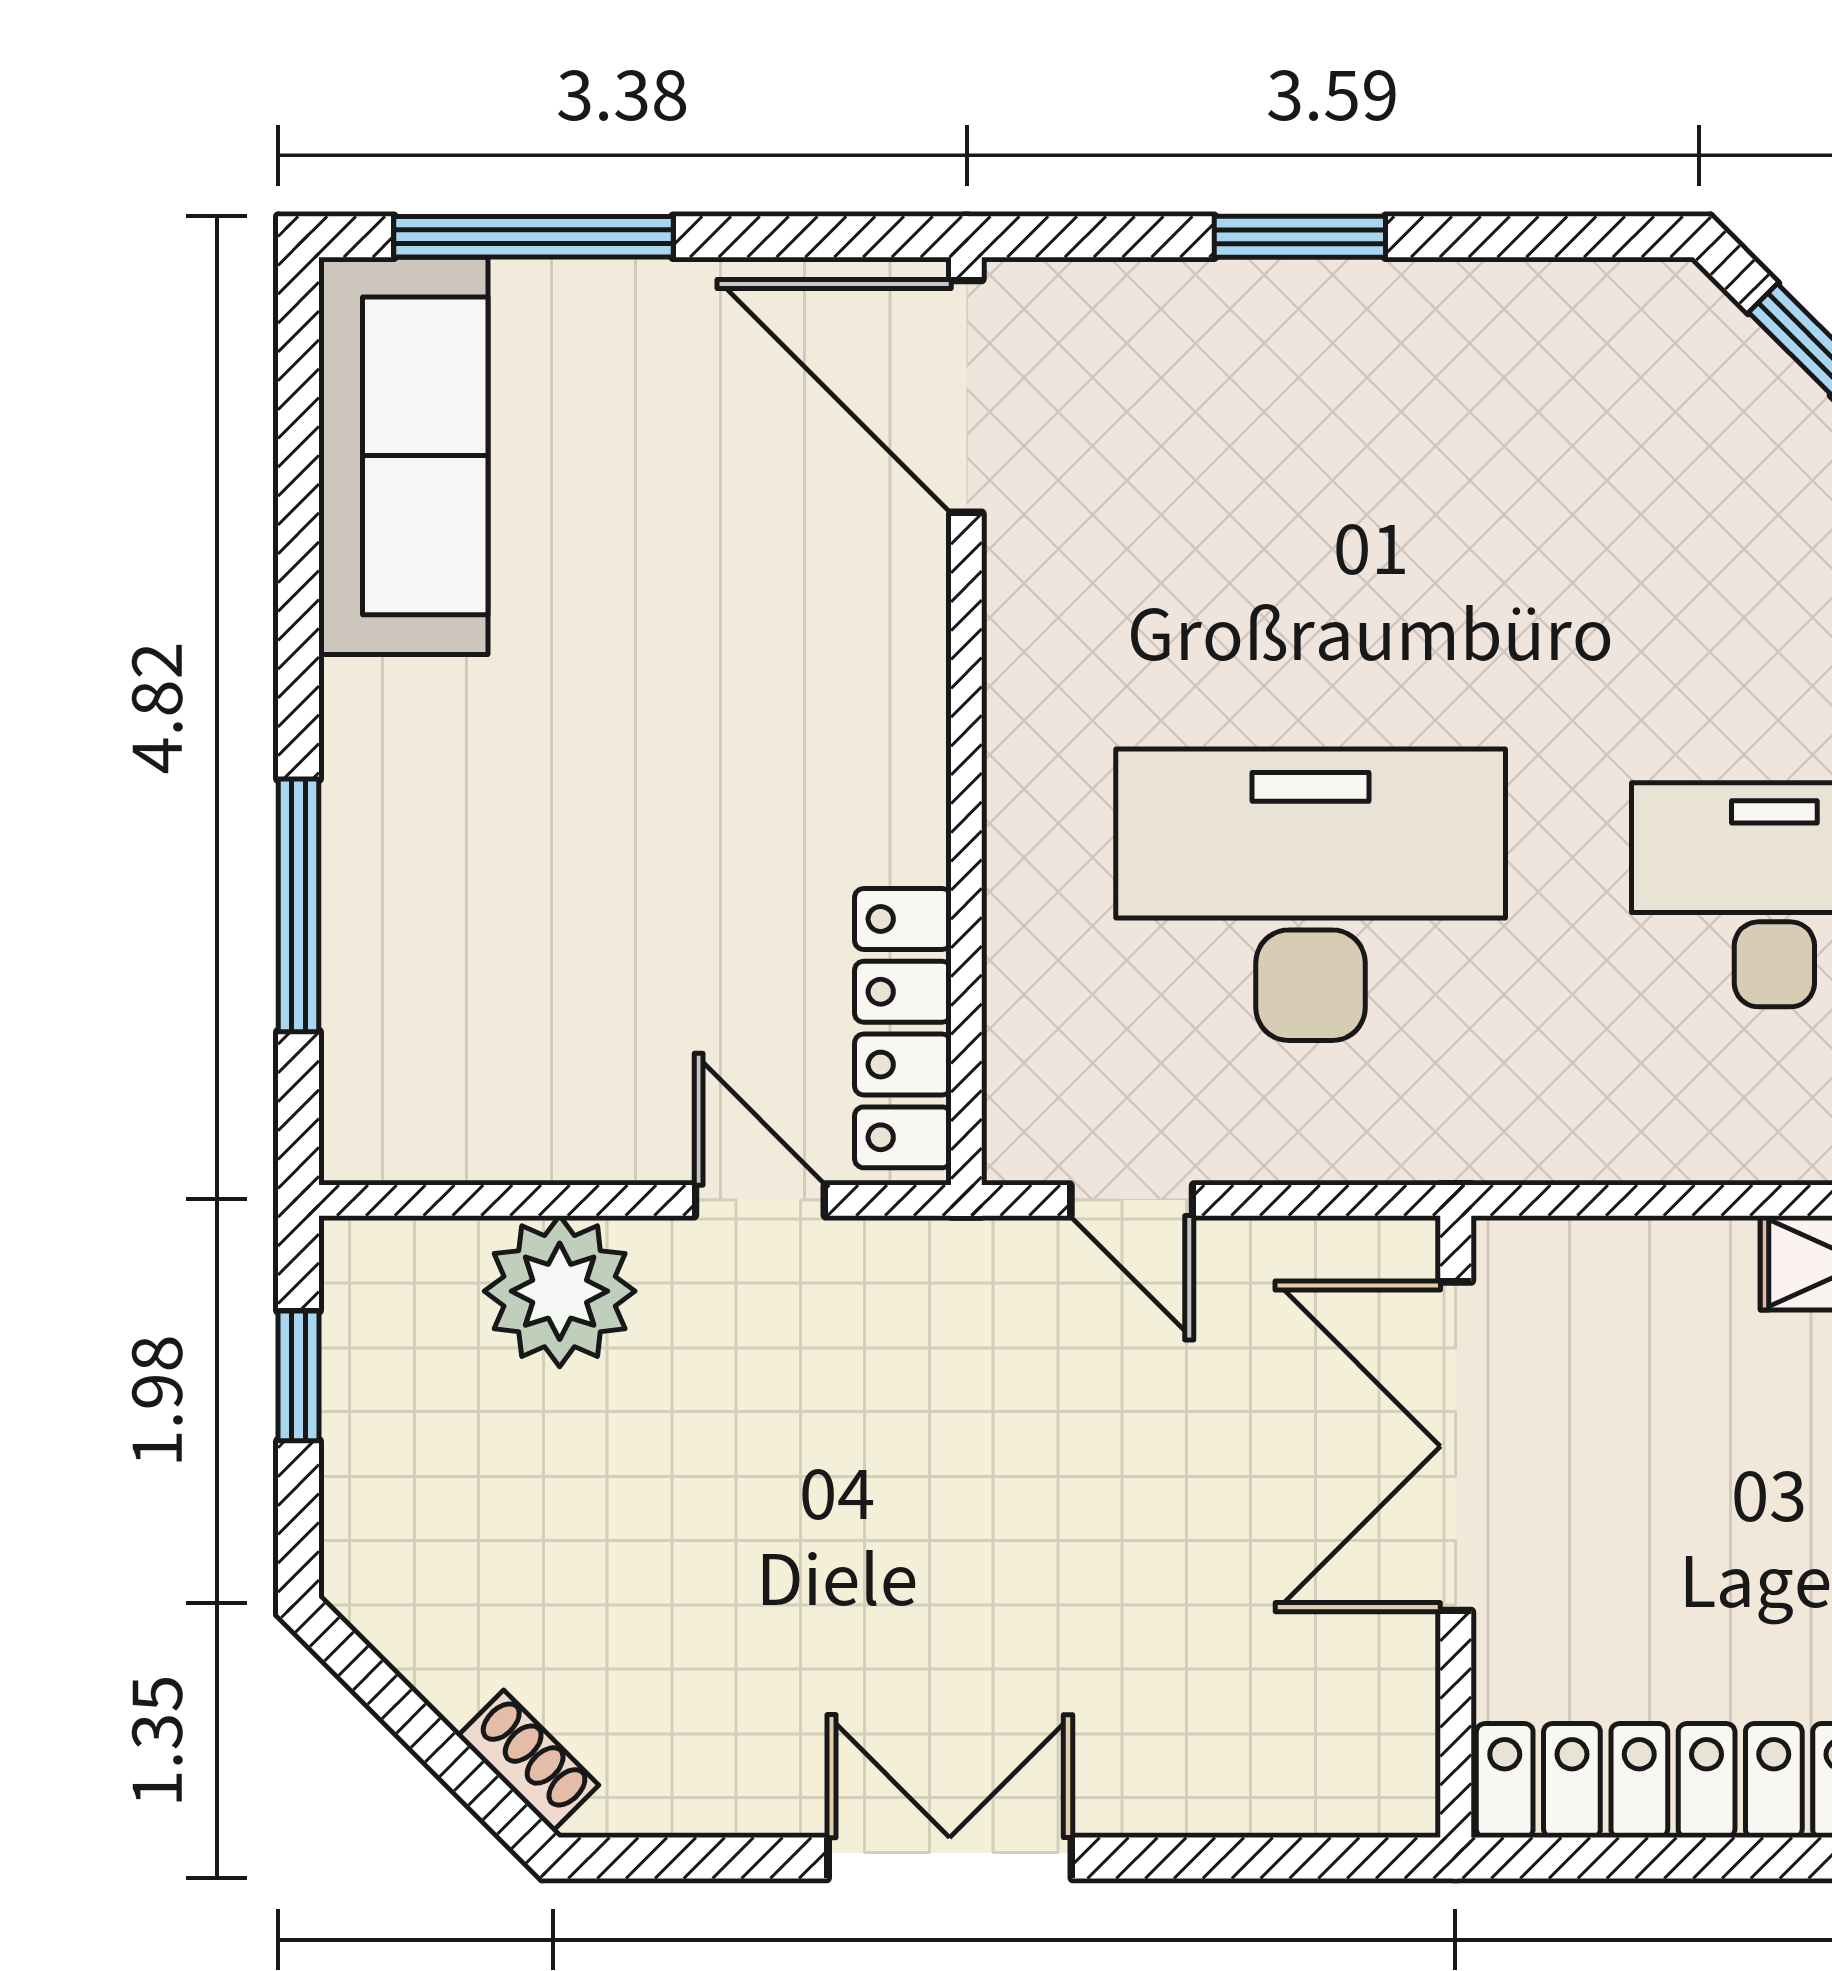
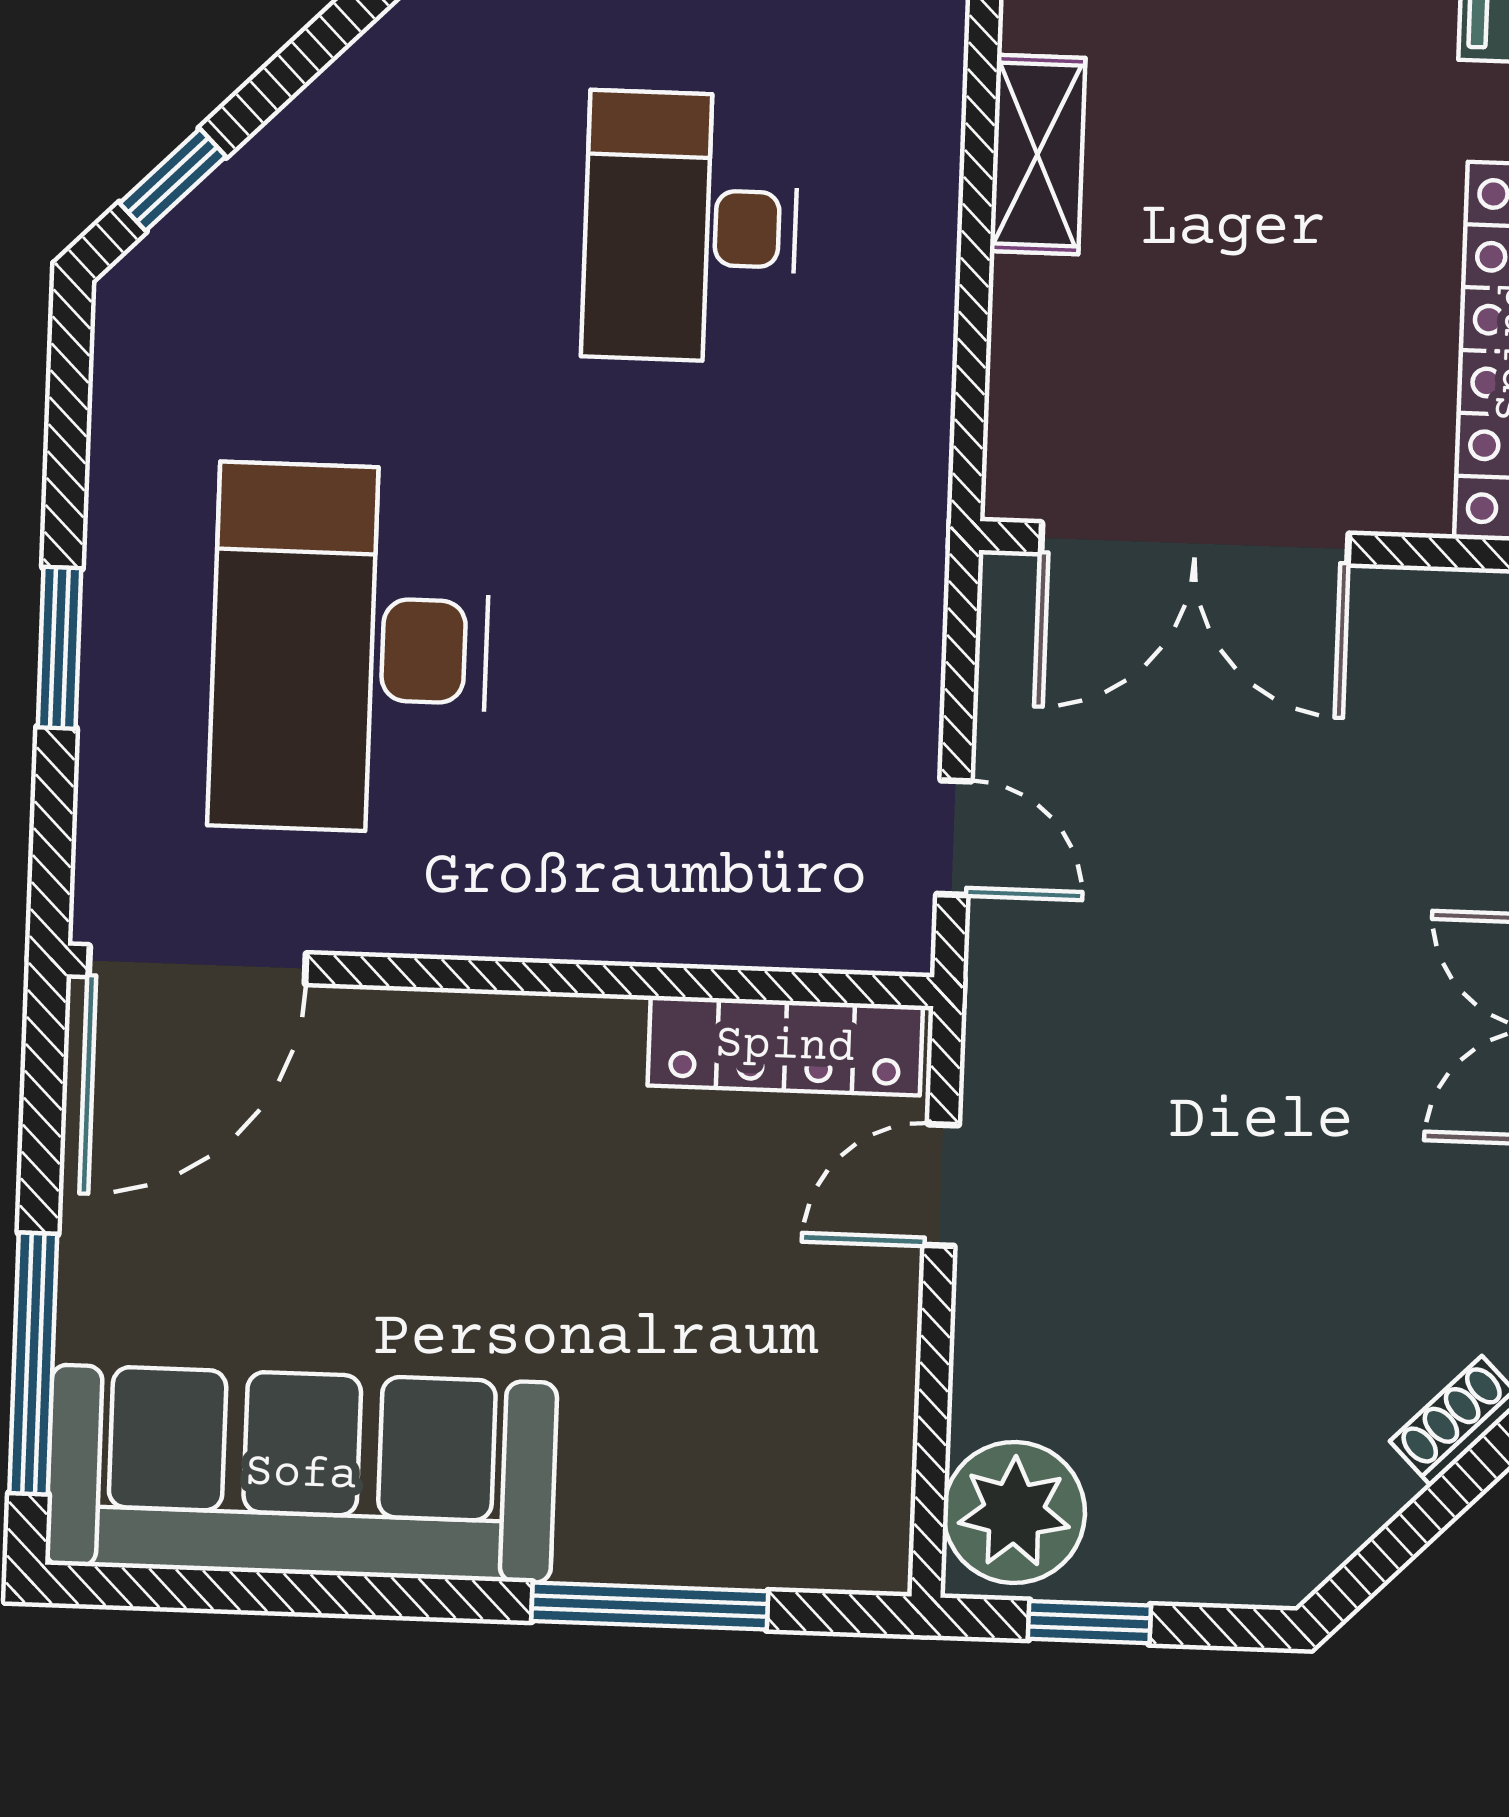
sofa: (403, 456) -> (301, 1474), width x1.36, depth x1.27
desk: (1311, 895) -> (350, 648), moved
door: (1132, 1200) -> (954, 838), hinge flipped
plant: (560, 1291) -> (1014, 1512), moved

